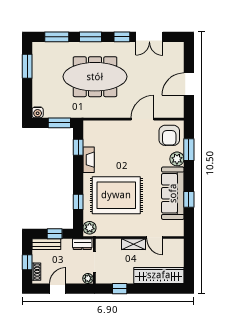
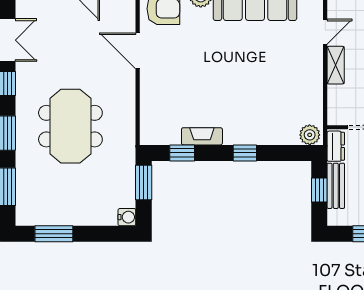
meeting table: (95, 77) -> (70, 126), width x0.73
rug: (116, 195) -> (258, 92), removed
window: (78, 202) -> (245, 153), moved
bench: (46, 244) -> (336, 186), moved

